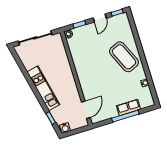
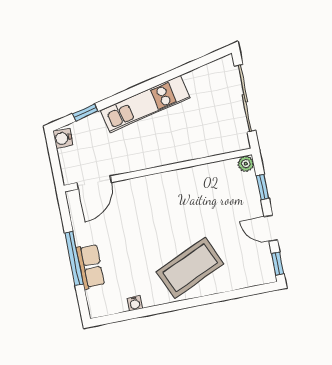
door: (86, 110) -> (94, 183), hinge flipped

